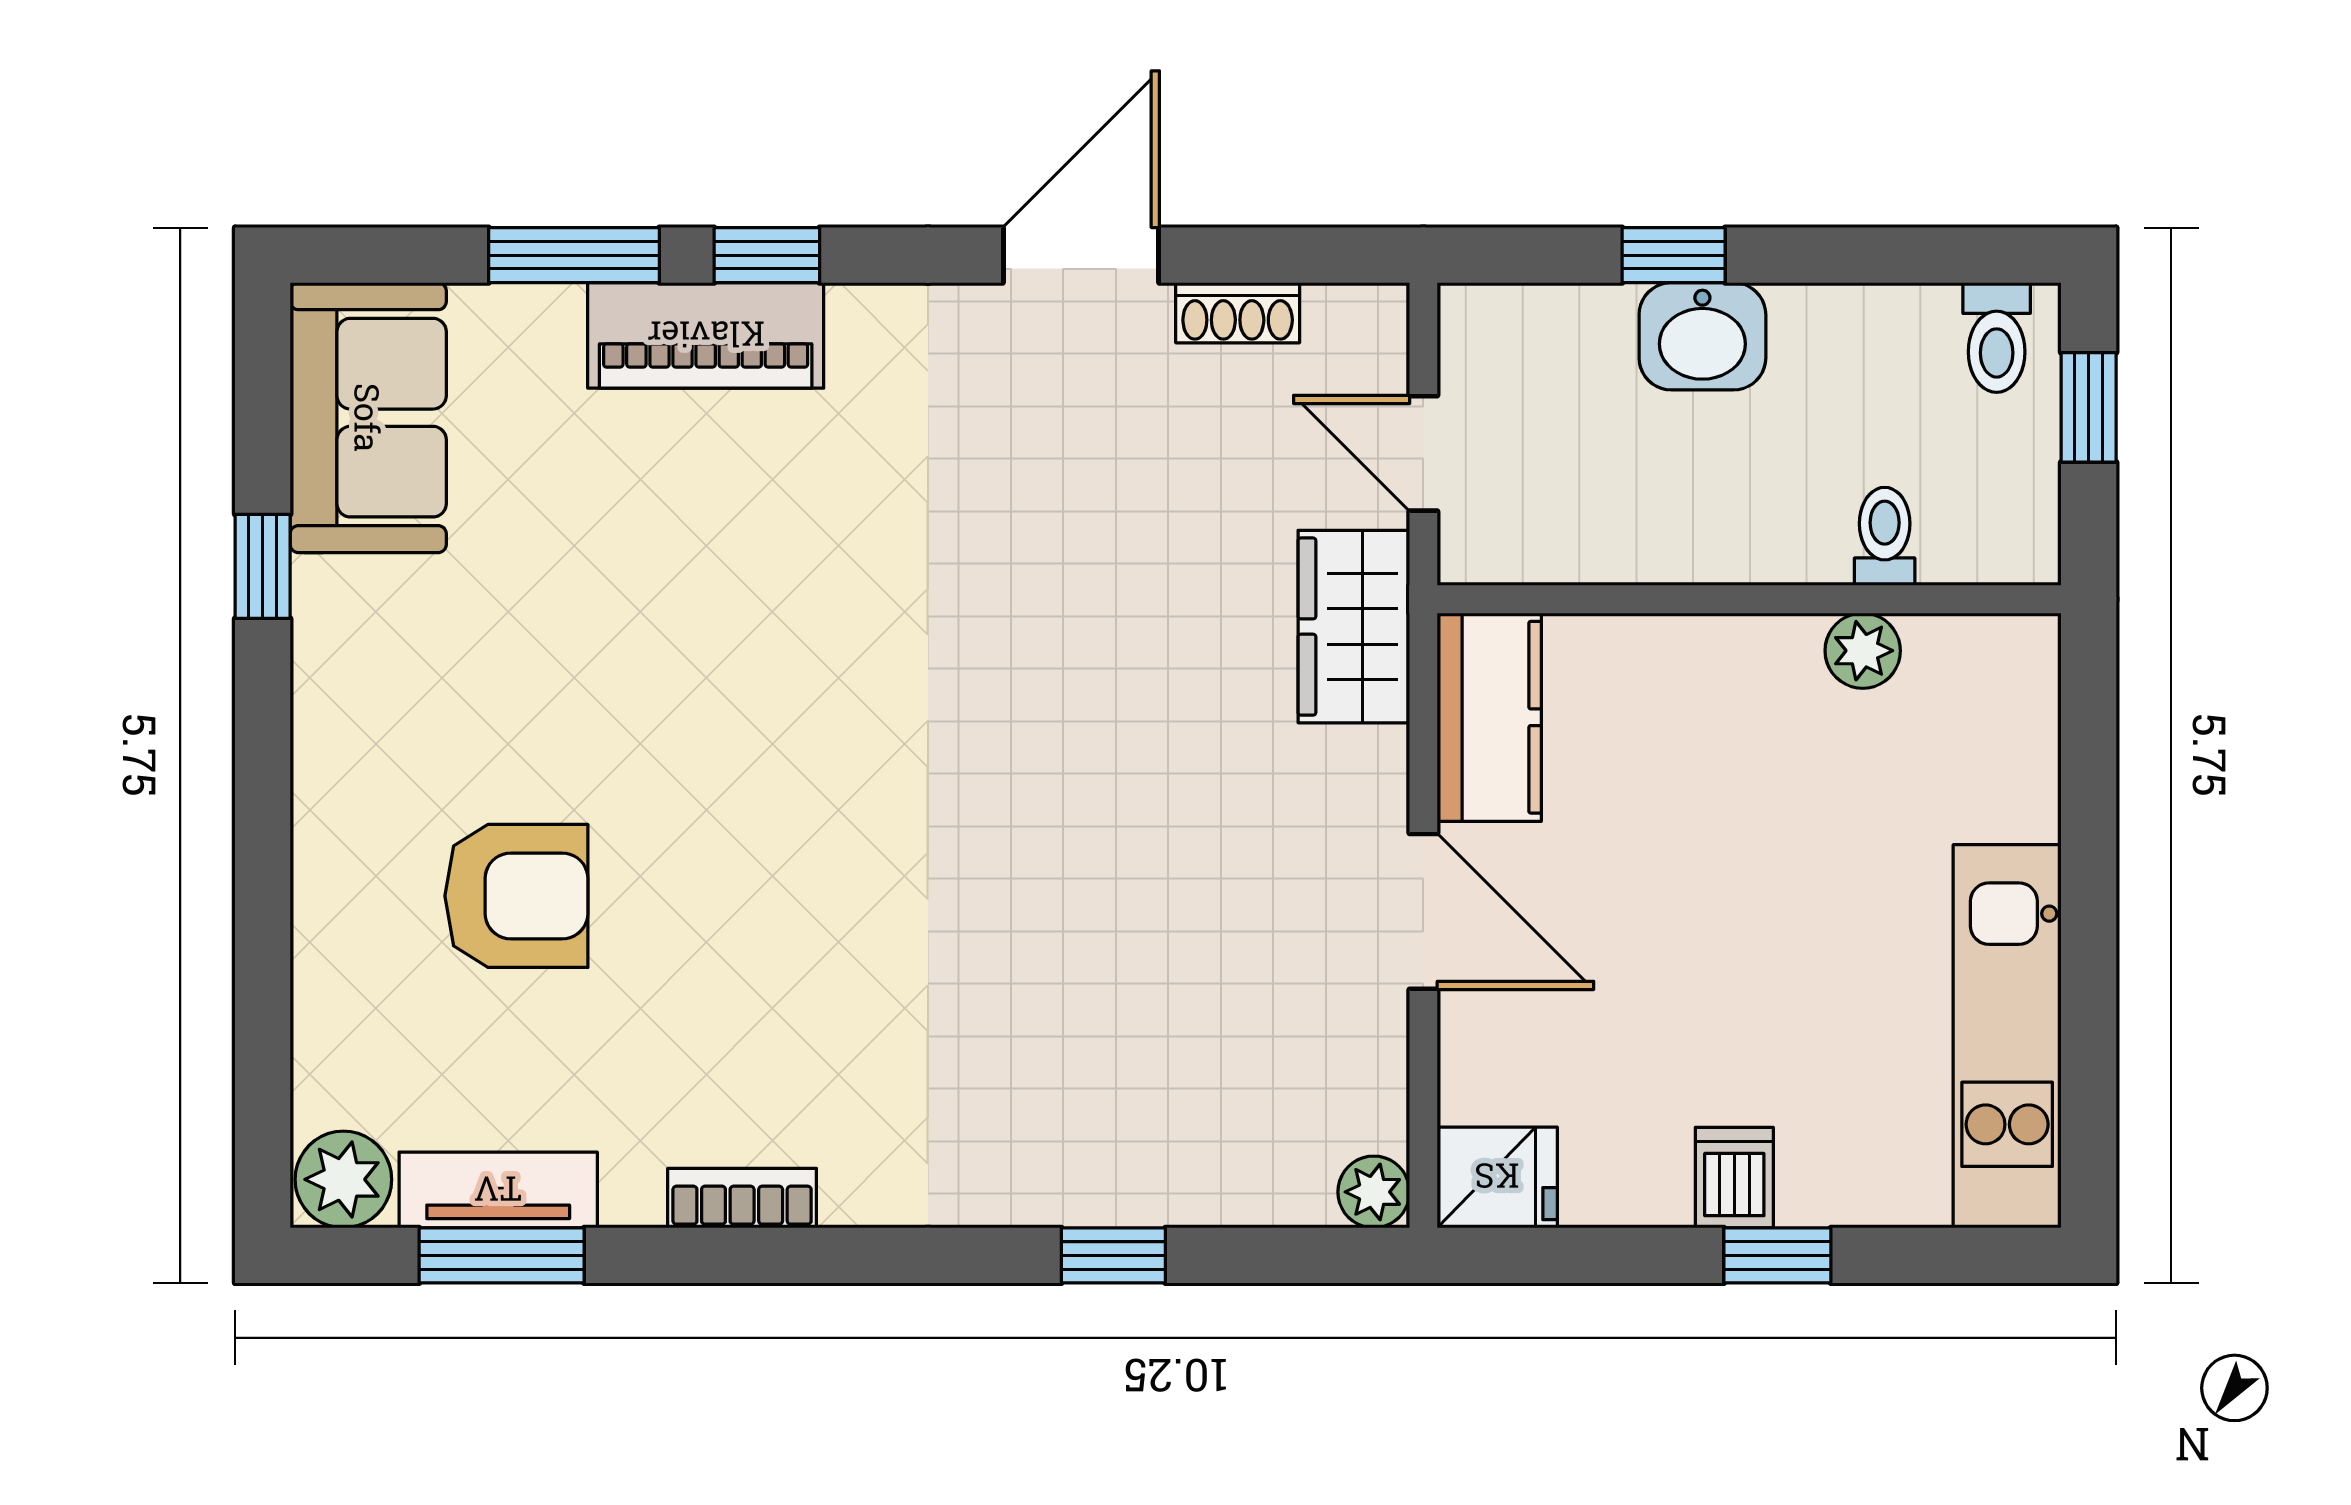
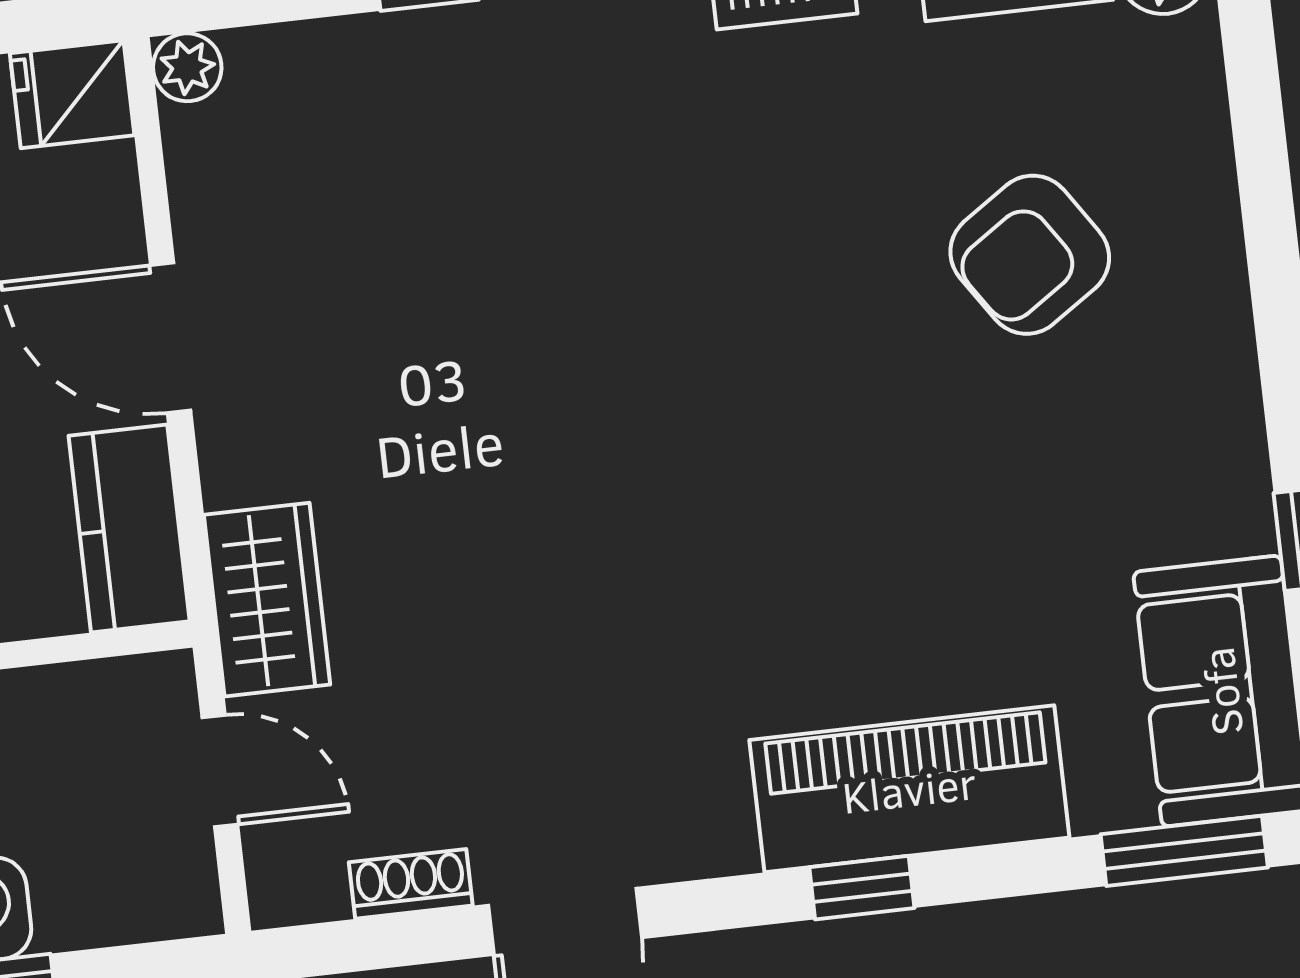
window: (574, 255) -> (1184, 851), moved
piano: (706, 335) -> (909, 789), width x1.37, depth x1.33
armchair: (516, 896) -> (1030, 255), turned -34

